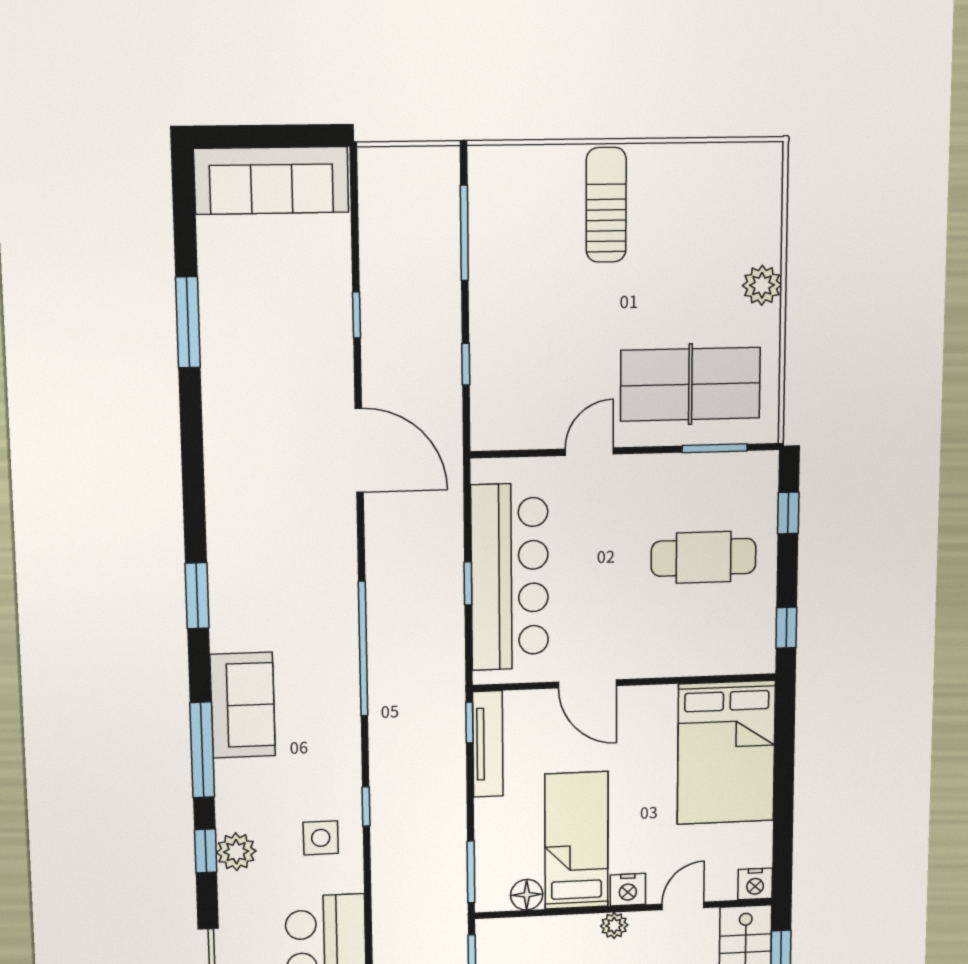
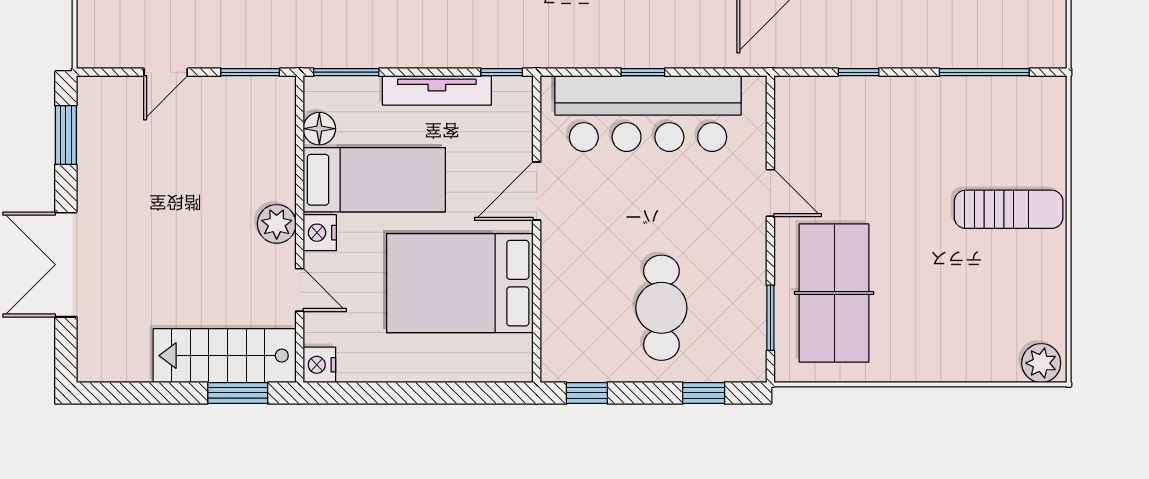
plant: (762, 285) -> (1041, 363), moved
tv unit: (488, 744) -> (437, 90), moved
bed: (726, 752) -> (460, 283), moved
plant: (614, 926) -> (277, 224), width x1.38, depth x1.38

